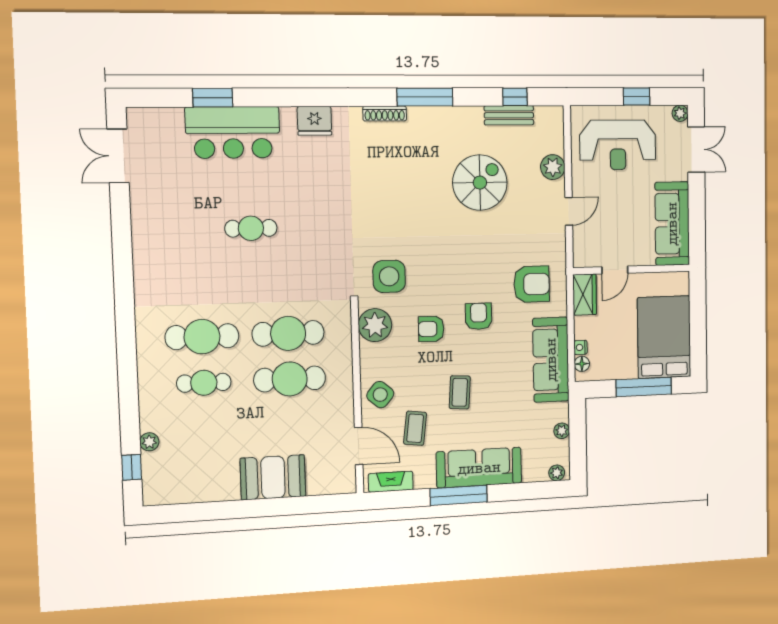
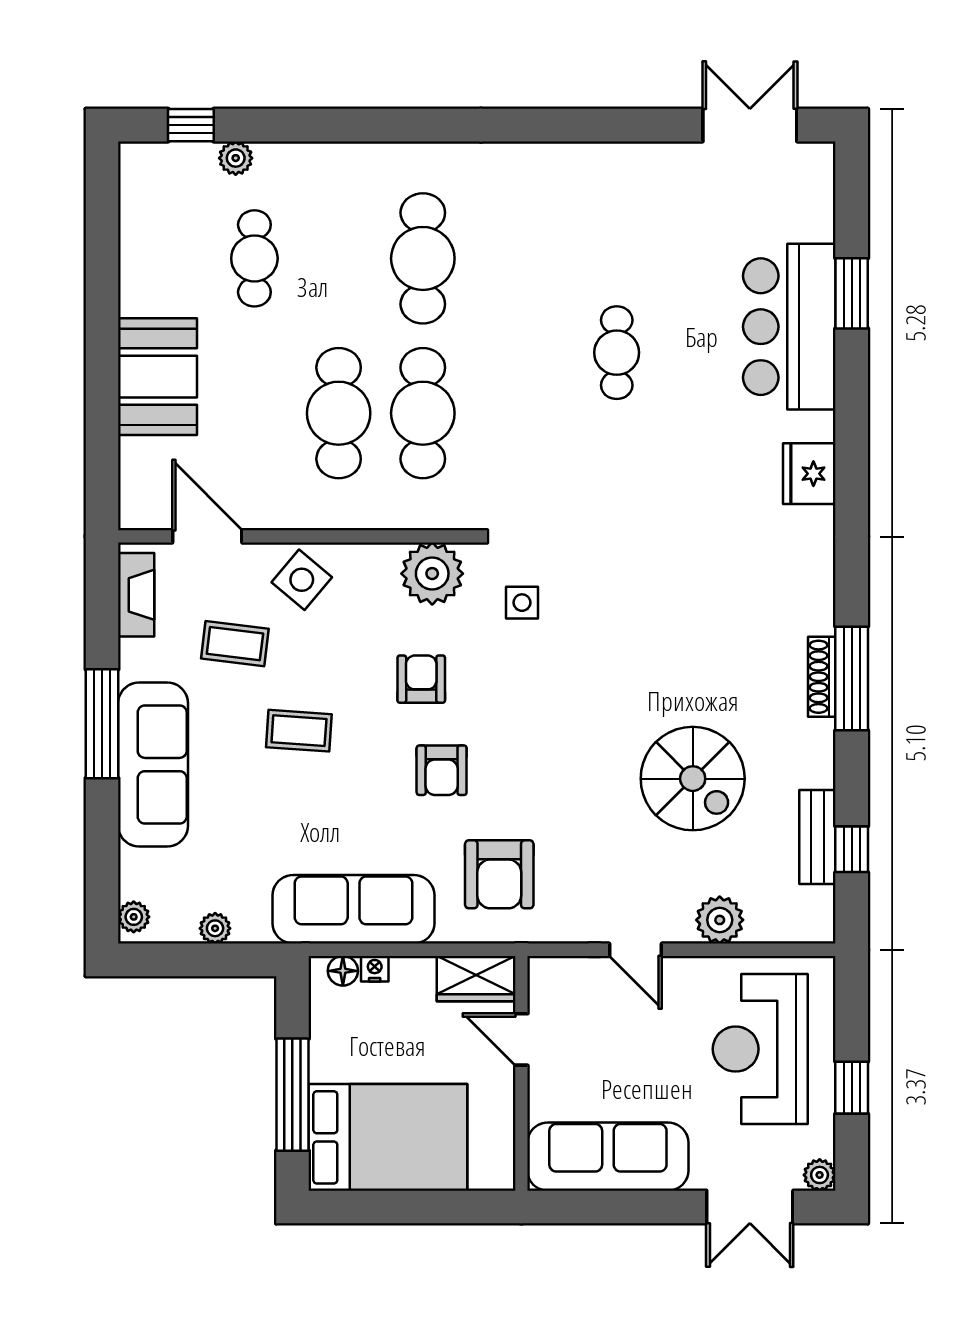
shoe rack: (385, 114) -> (822, 677), moved
side table: (389, 276) -> (522, 603), width x0.54, depth x0.54
armchair: (479, 316) -> (442, 770), turned 90
cafe table: (204, 383) -> (254, 258), moved
door: (359, 446) -> (207, 536), swing flipped

